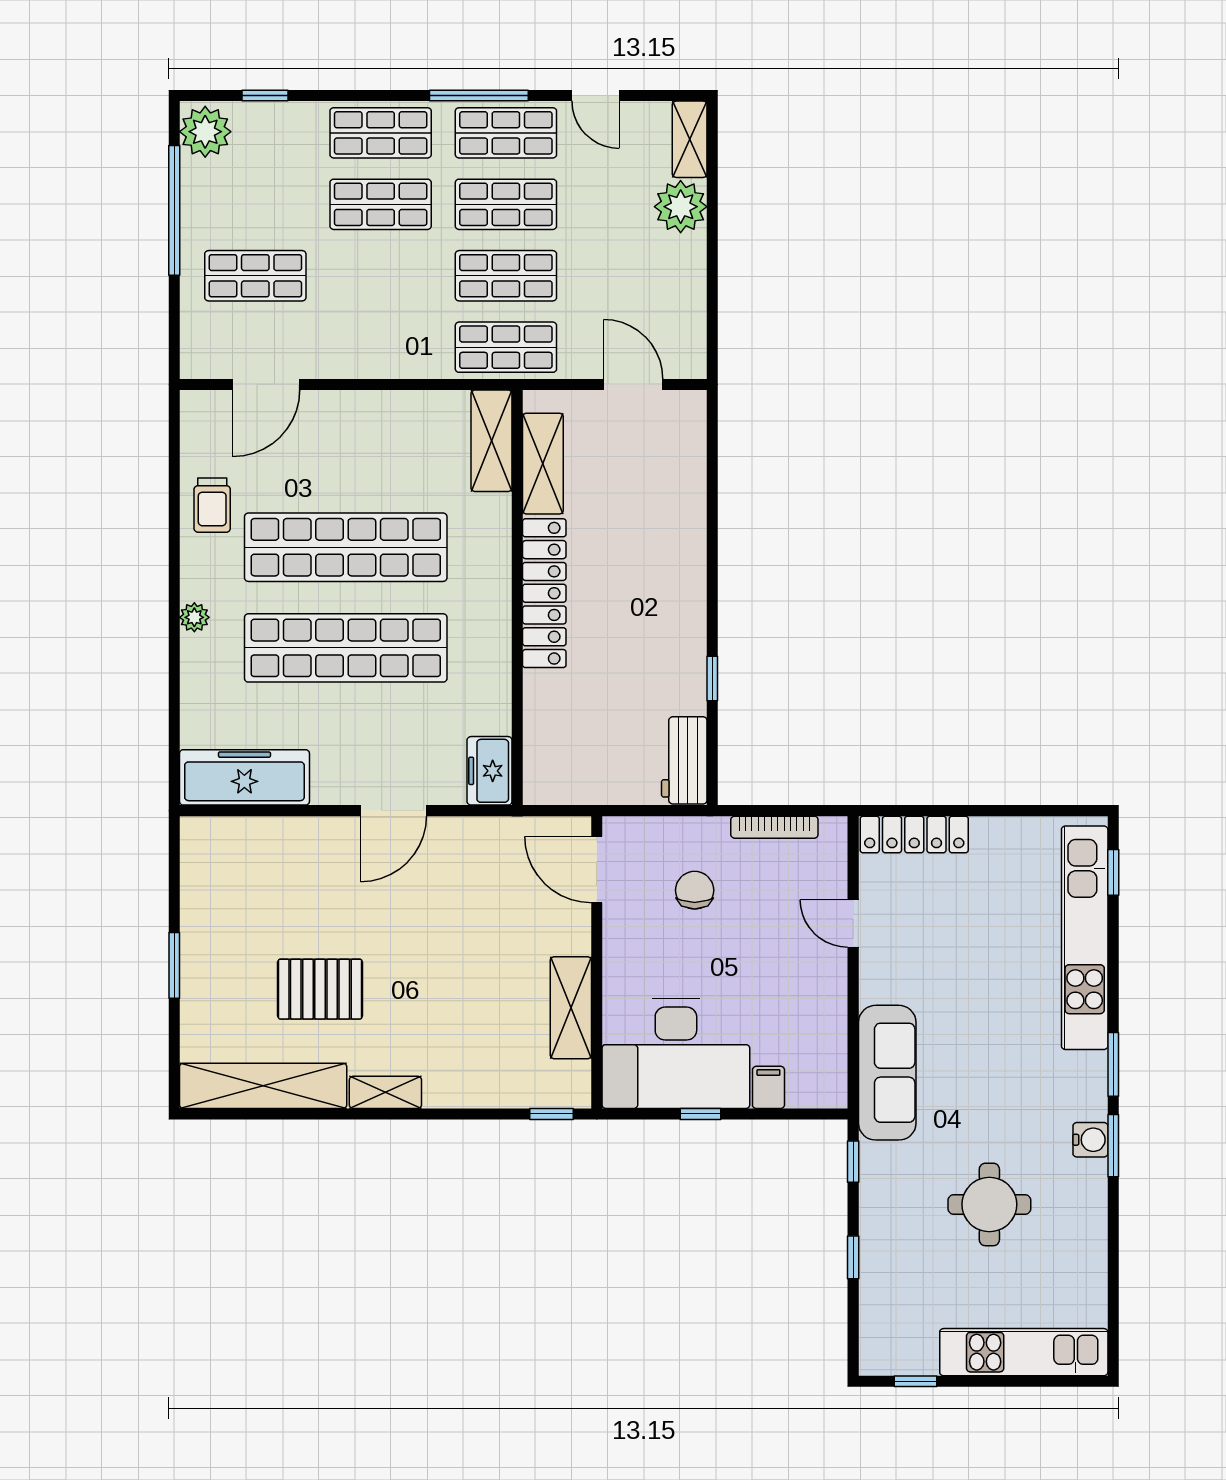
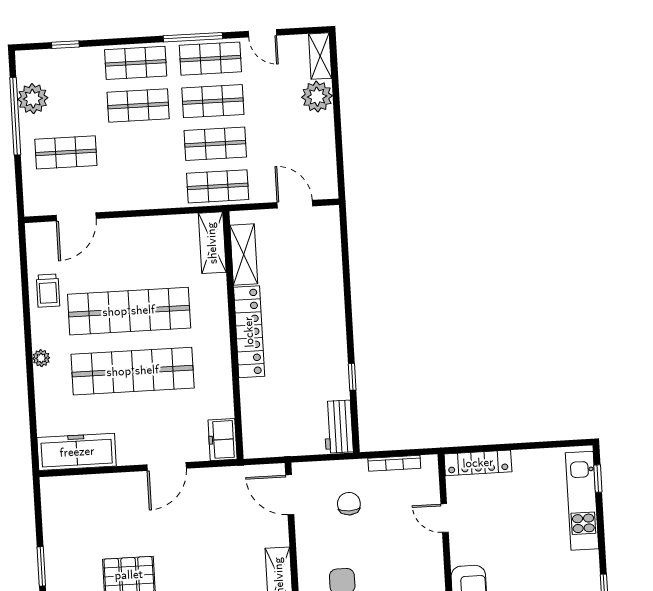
plant: (205, 132) -> (33, 99), moved
kitchen unit: (1085, 938) -> (582, 501), width x0.73

